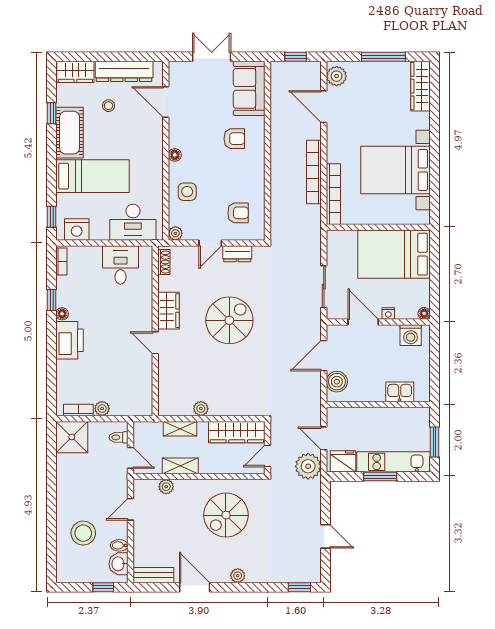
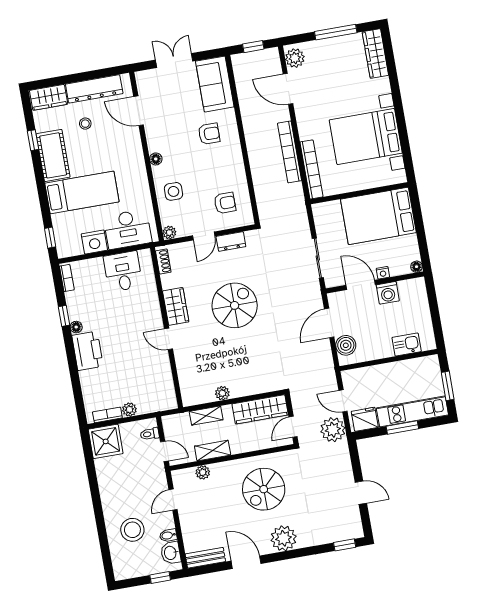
nightstand: (77, 229) -> (94, 242), moved
washing machine: (411, 335) -> (388, 293), moved
plant: (238, 576) -> (284, 538), width x1.88, depth x1.88

